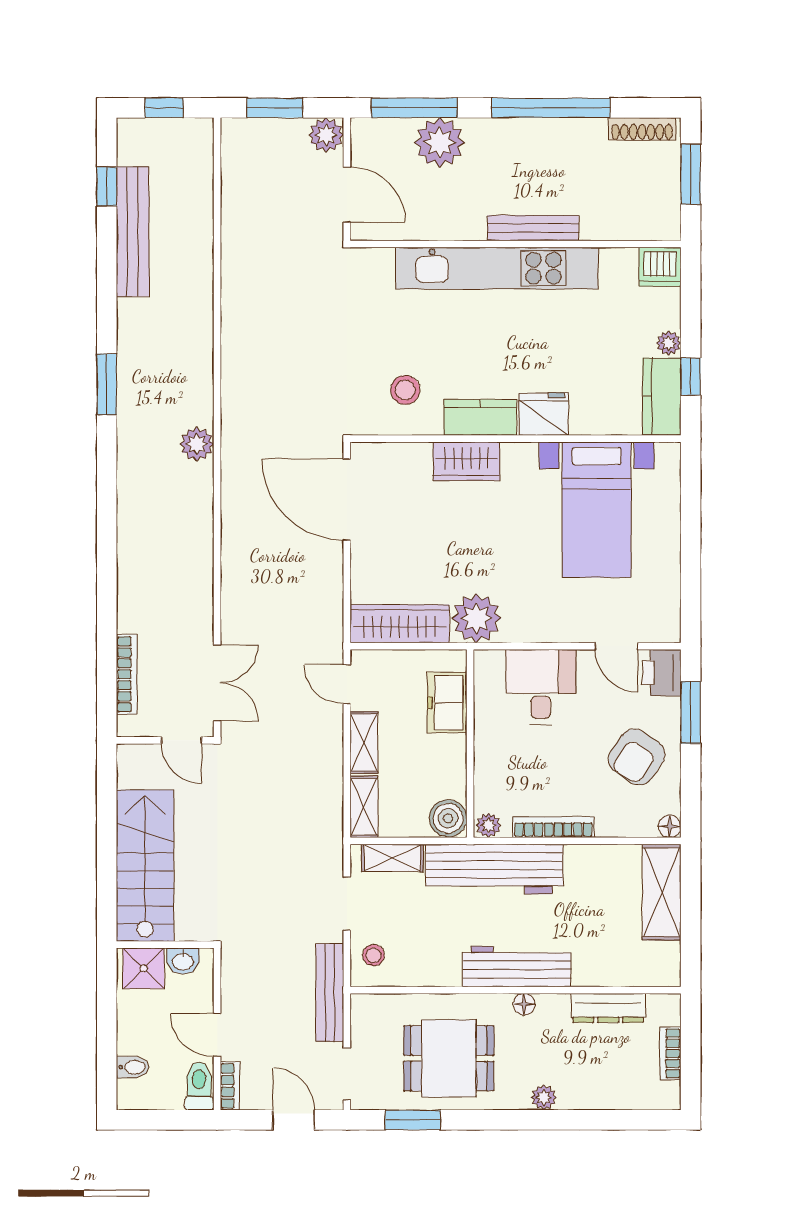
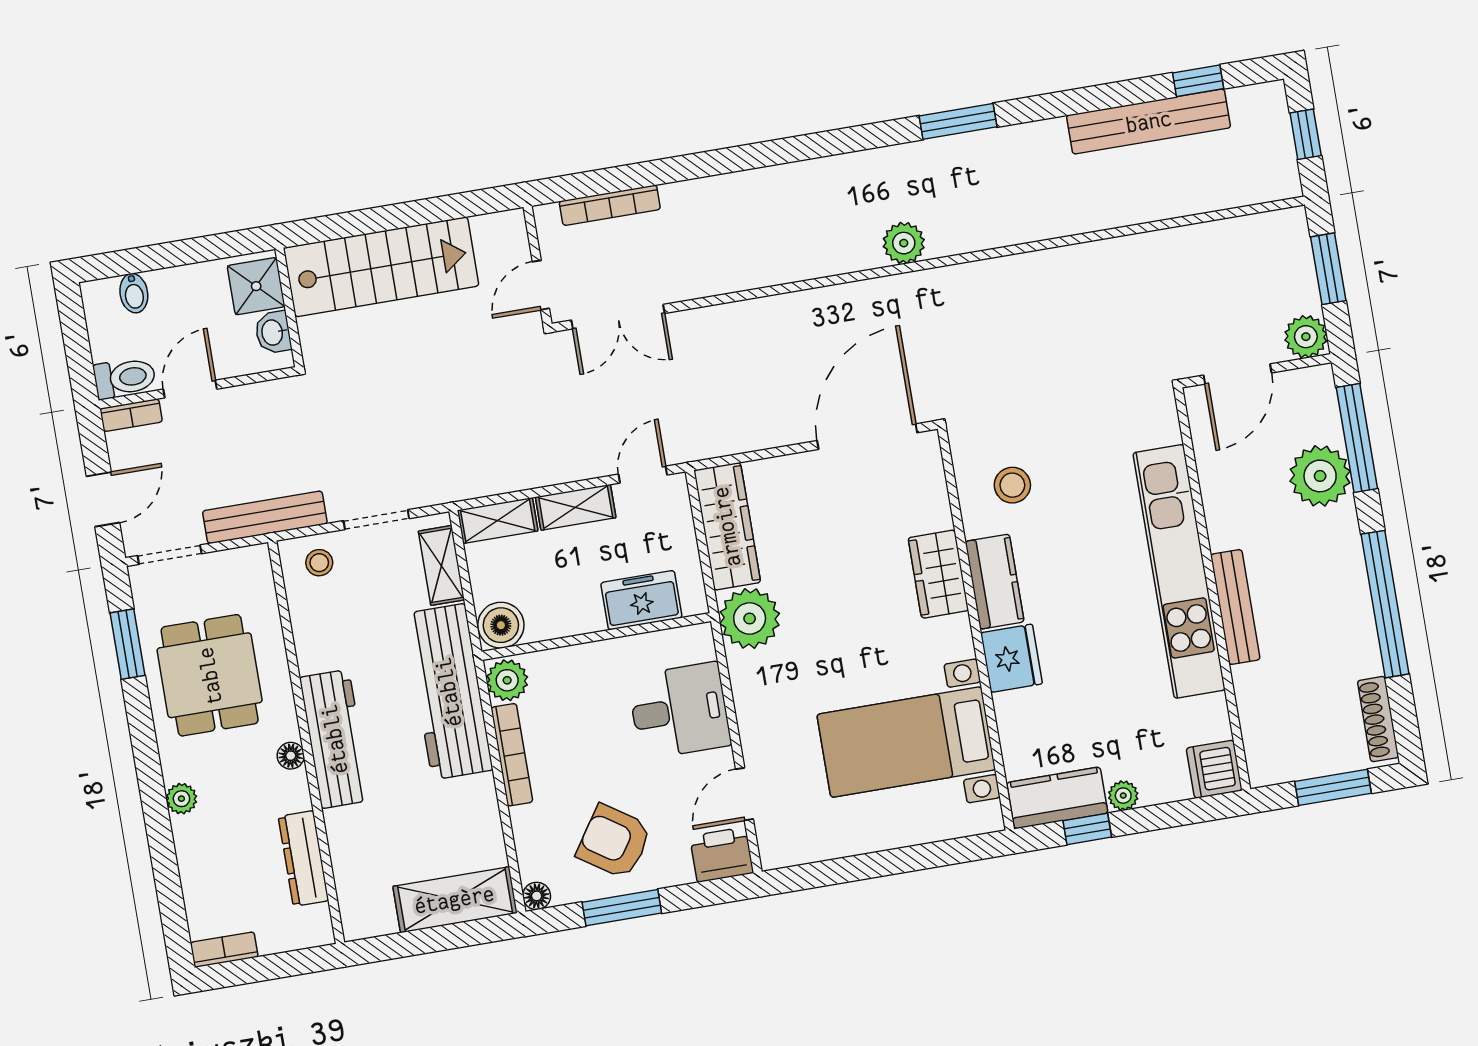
window: (691, 712) -> (622, 908), moved
plant: (488, 825) -> (507, 680), width x1.38, depth x1.38
bookcase: (670, 1053) -> (224, 950), moved

